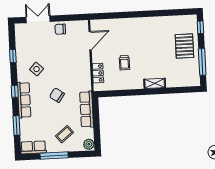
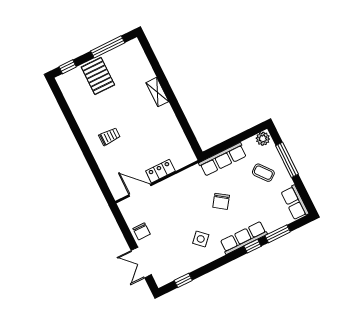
pallet: (184, 46) -> (98, 76), turned 90
window: (13, 56) -> (183, 280), moved
trolley: (124, 63) -> (109, 137), moved
locker: (98, 73) -> (160, 171), moved
window: (15, 91) -> (253, 246), moved
window: (54, 156) -> (287, 160), moved

